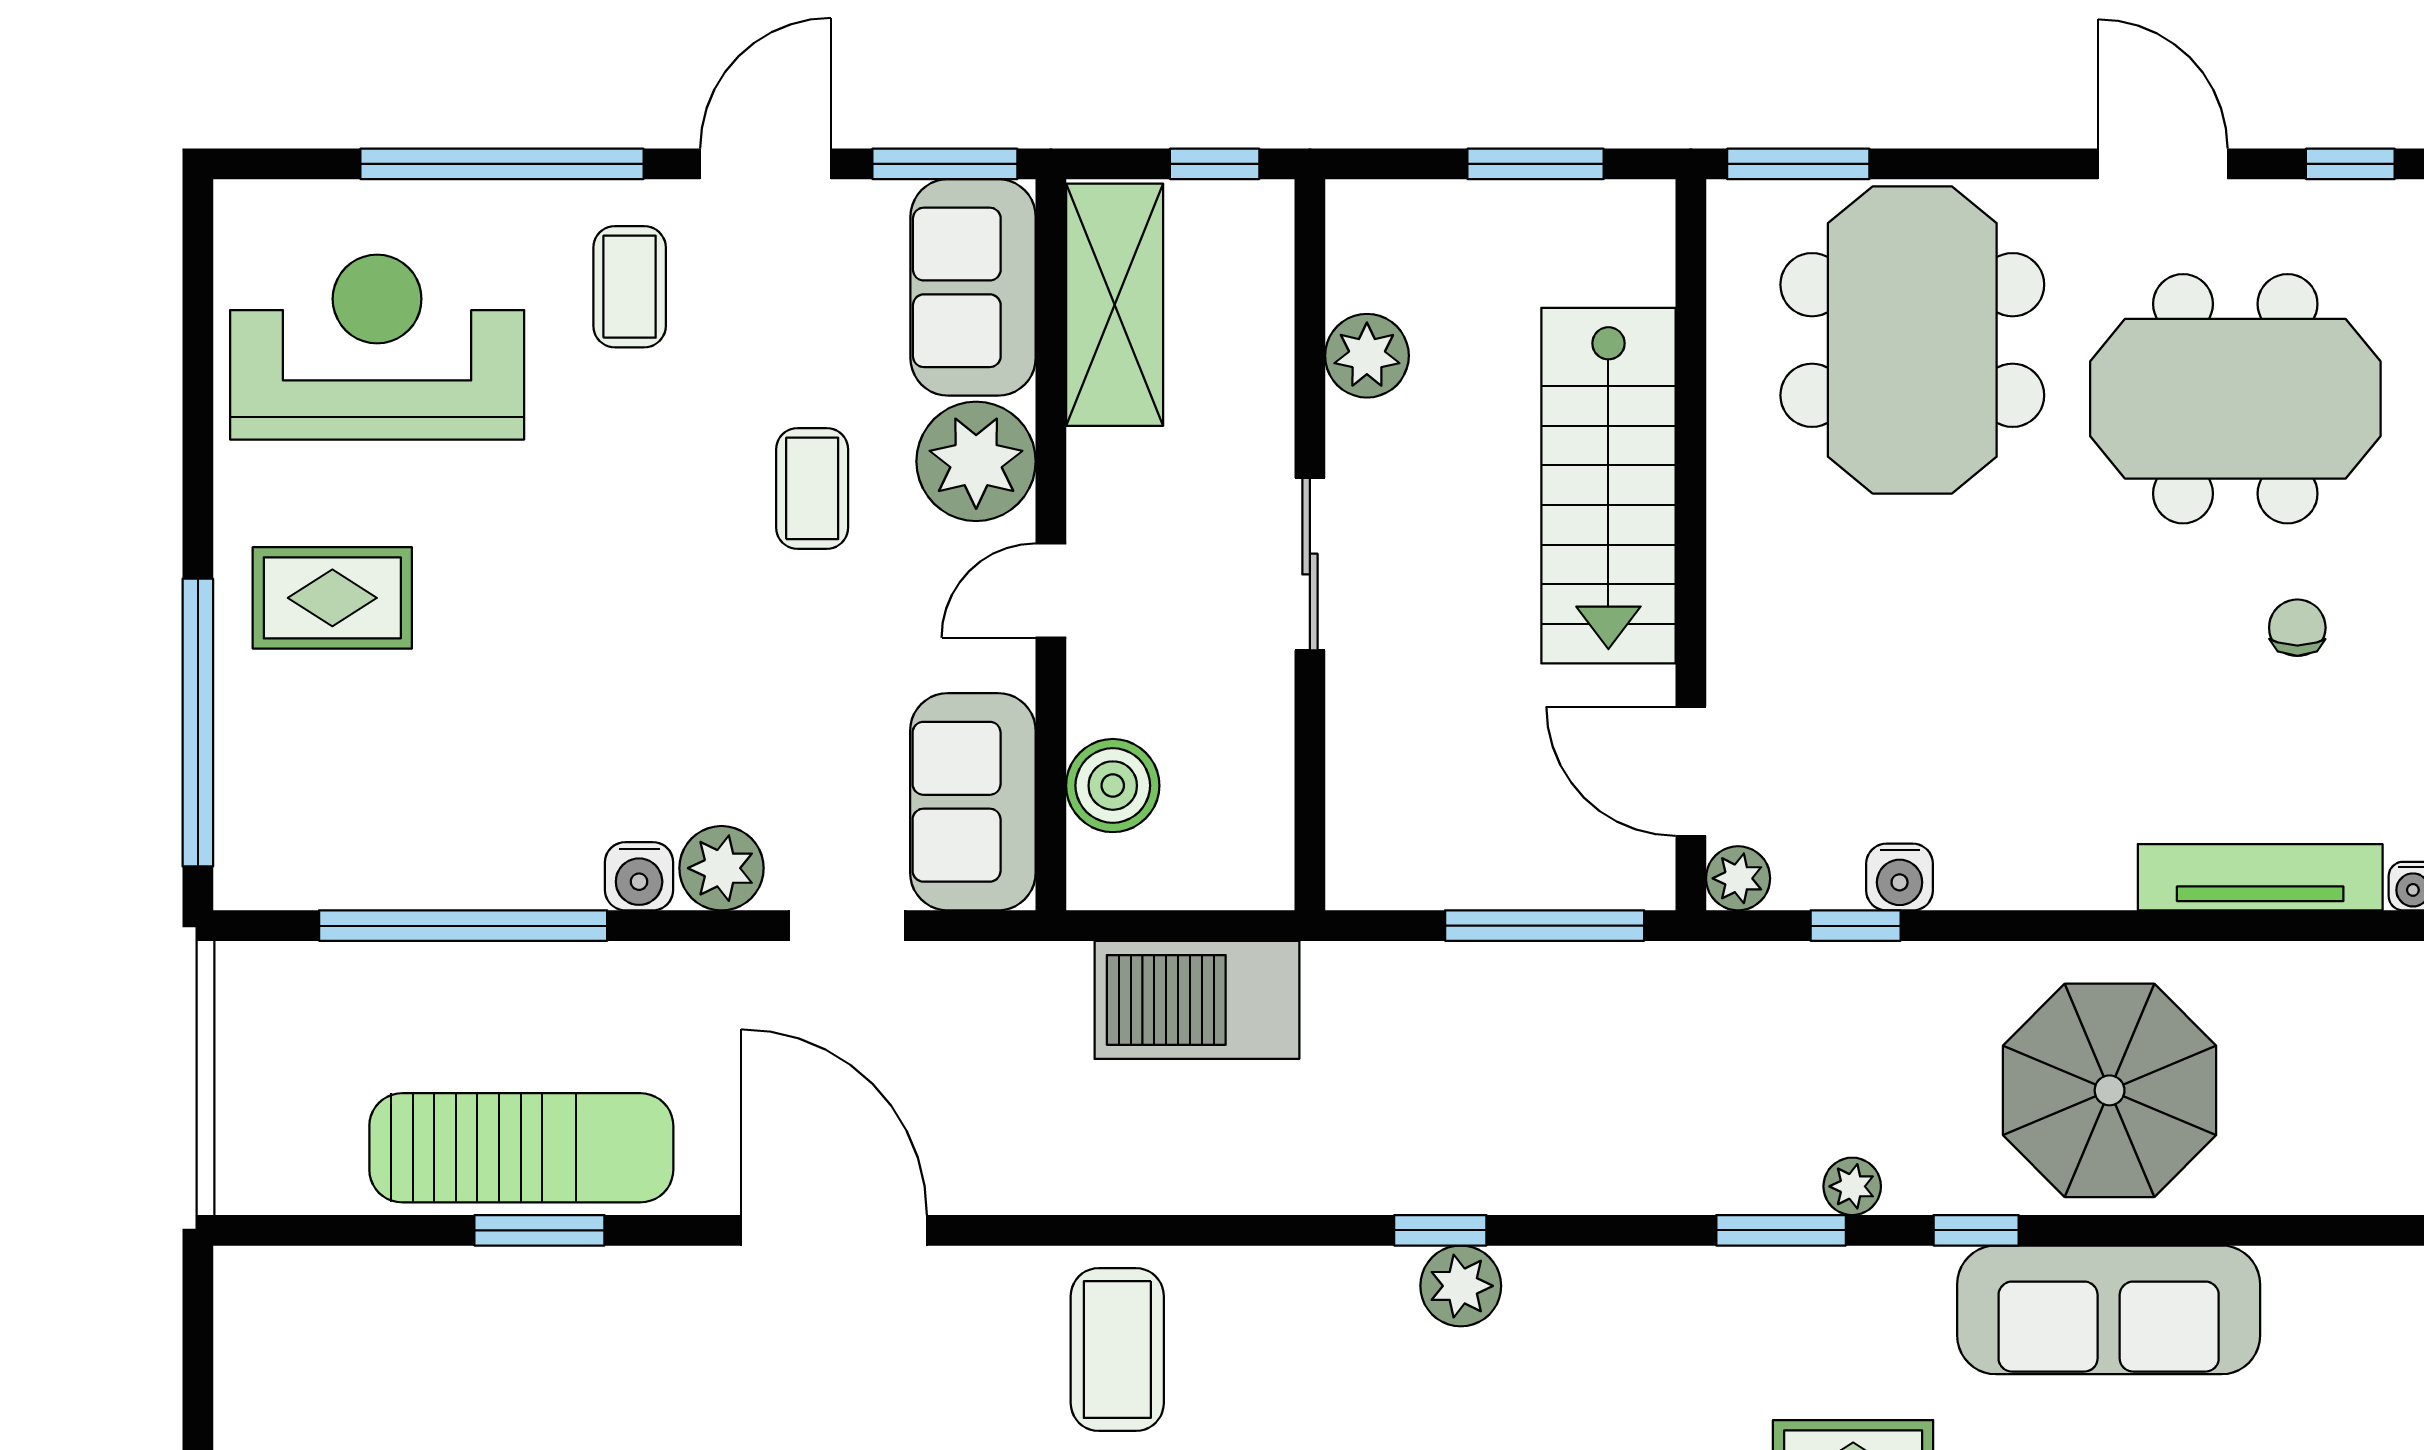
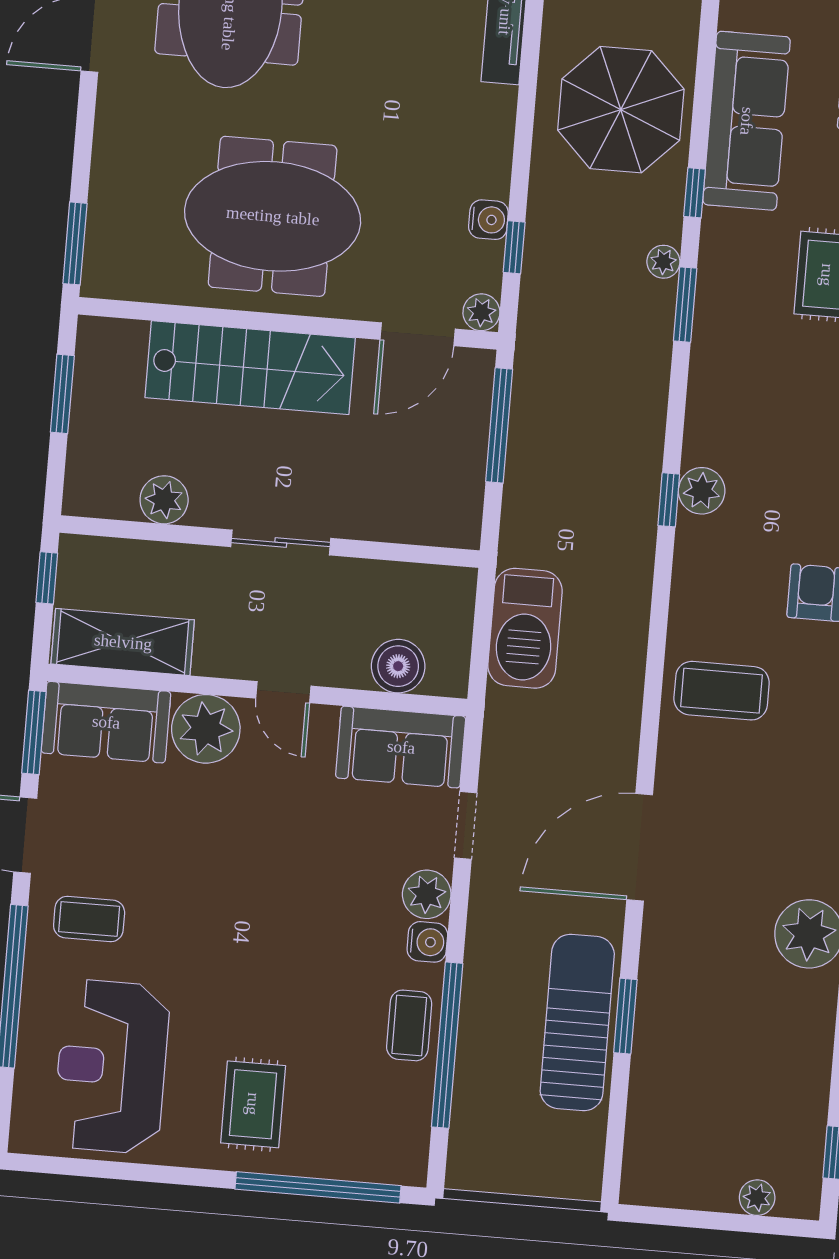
meeting table: (1912, 340) -> (273, 216), moved
coffee table: (812, 488) -> (409, 1025), moved, turned 90

